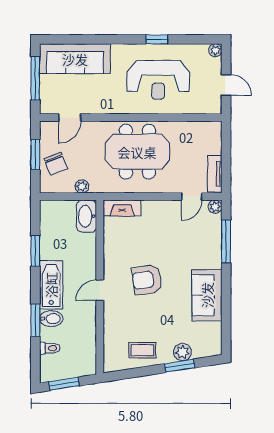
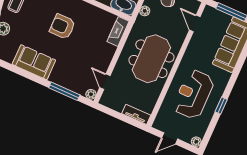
tv unit: (215, 174) -> (136, 114), moved
armchair: (147, 280) -> (62, 27), turned -82

